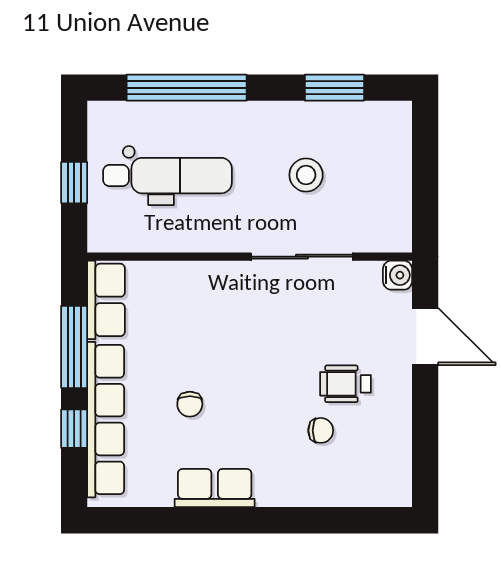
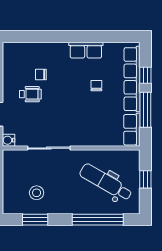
stool: (306, 175) -> (37, 193), moved
dental chair: (167, 176) -> (106, 182), turned 30

